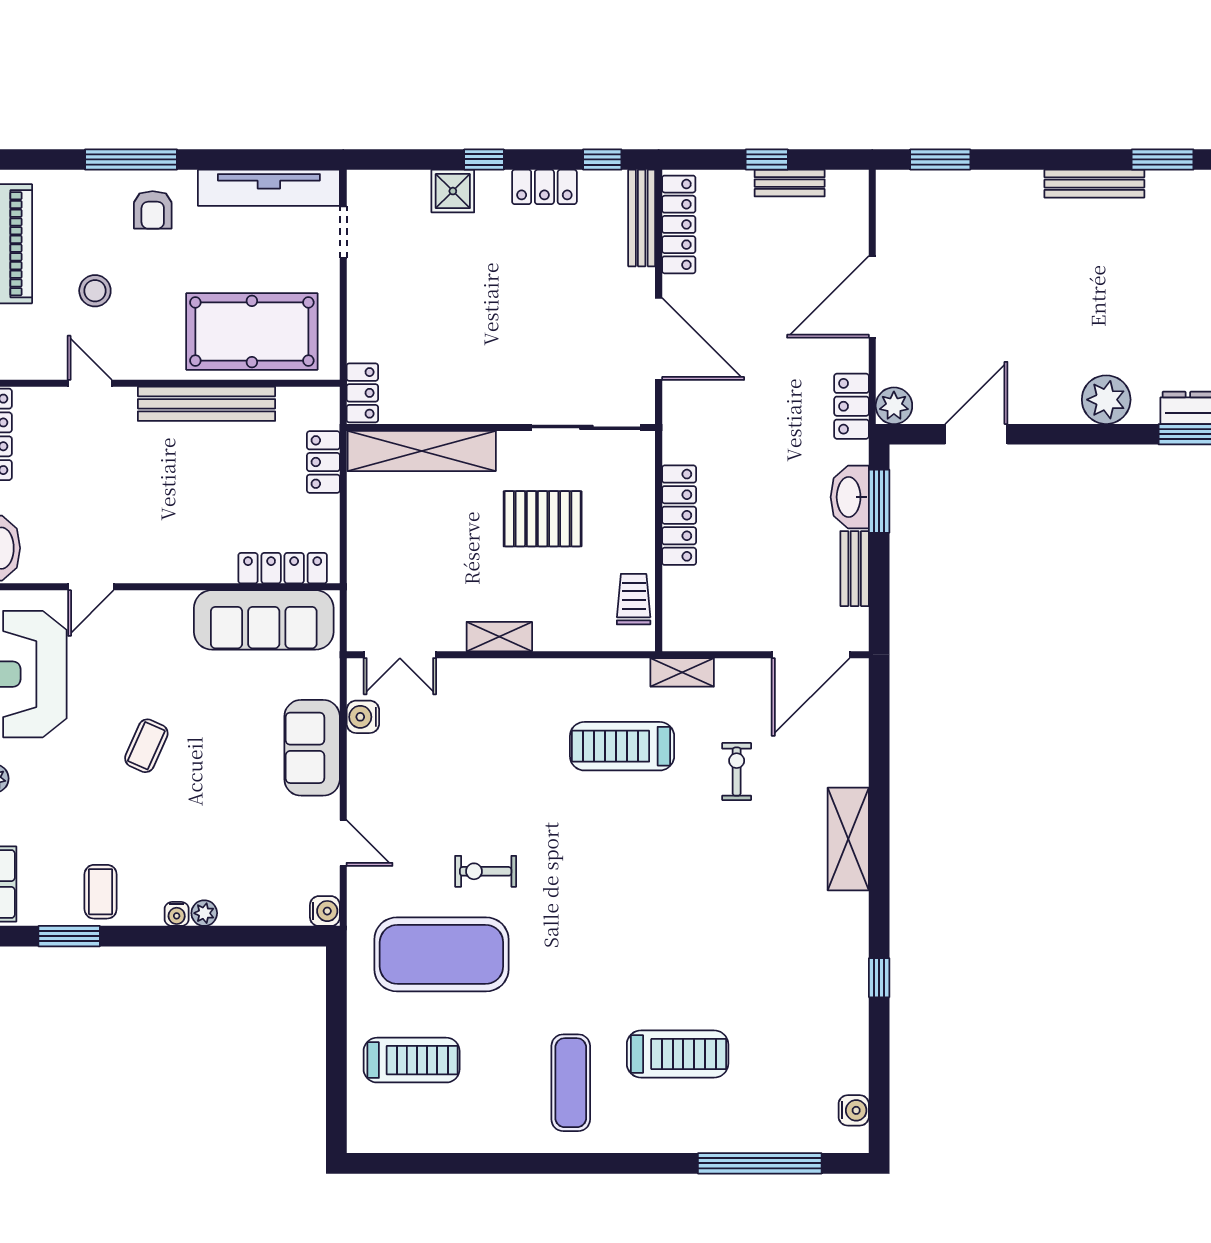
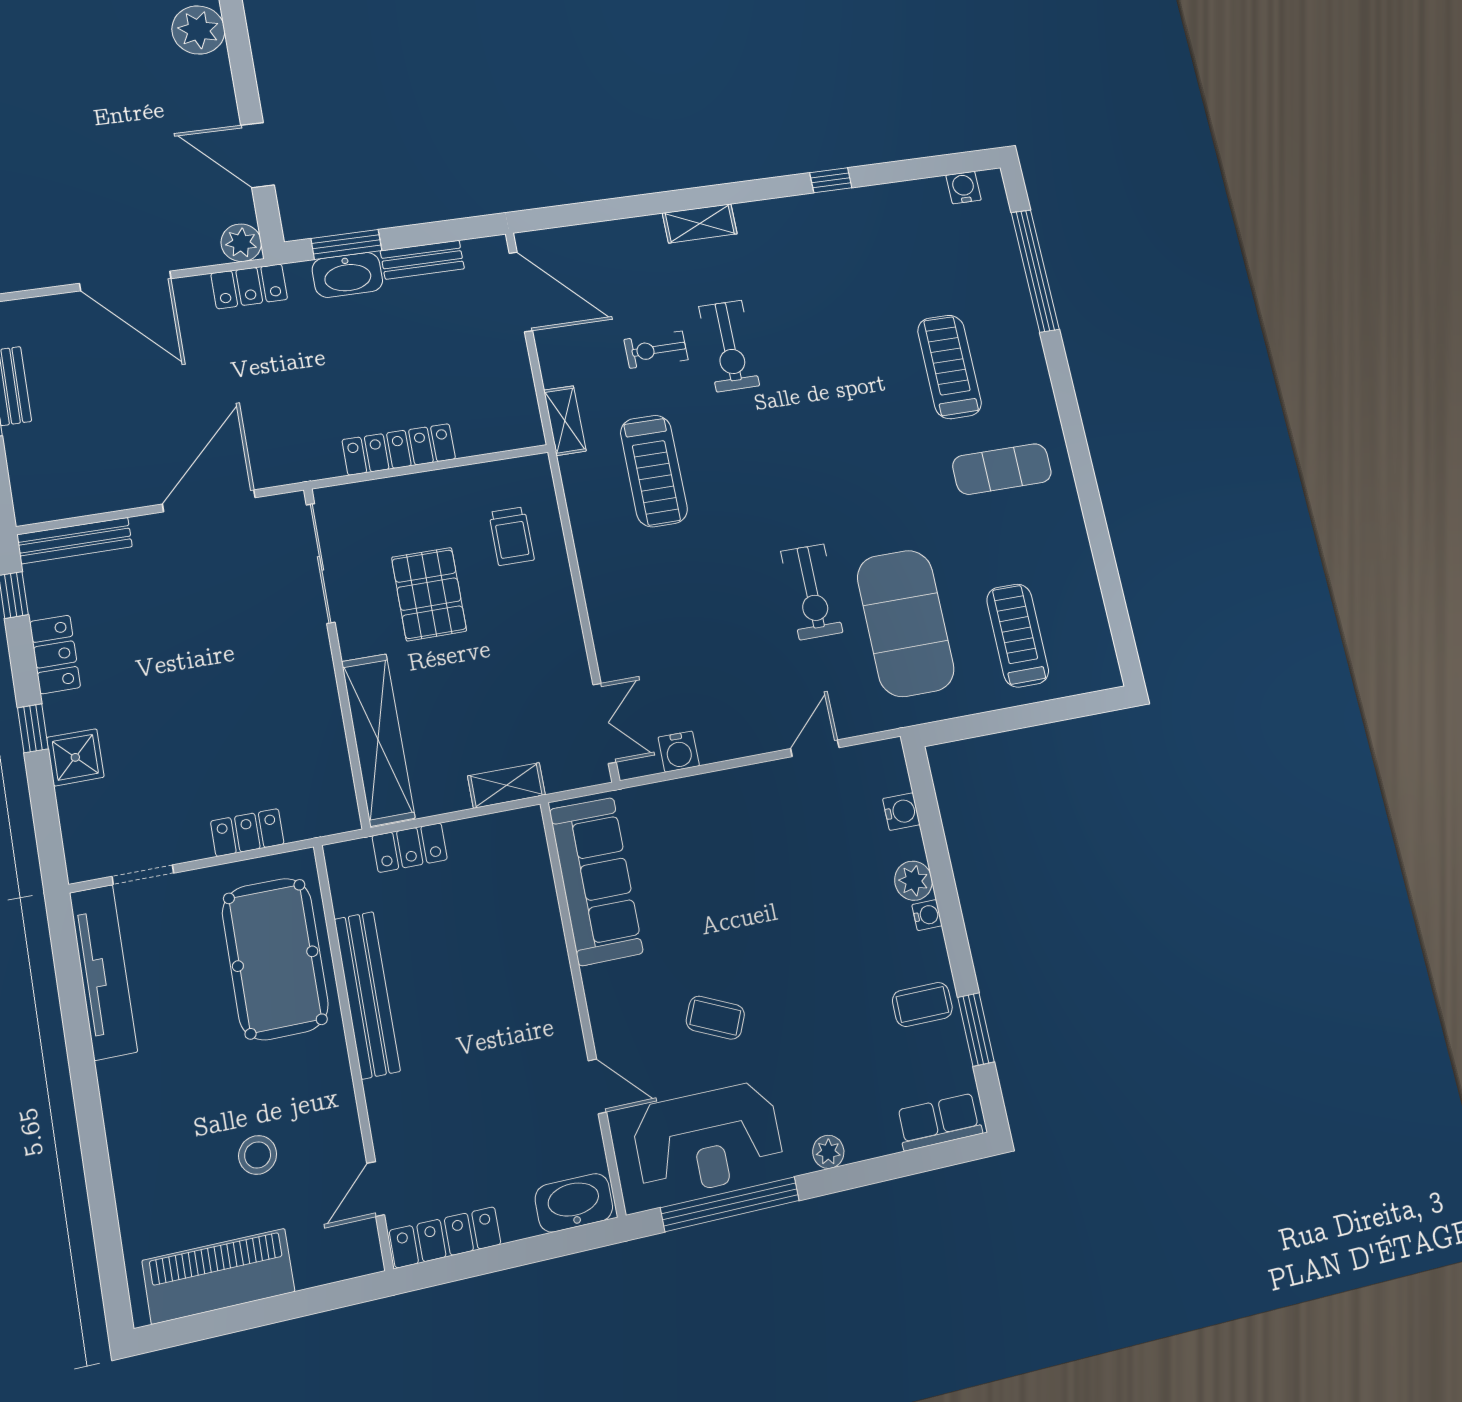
window: (131, 159) -> (94, 1145), removed
armchair: (153, 210) -> (151, 1106), removed
locker: (679, 224) -> (76, 499), removed
door: (90, 383) -> (376, 1189), moved
locker: (362, 393) -> (247, 833), moved
locker: (283, 568) -> (536, 871), removed
trolley: (634, 599) -> (511, 536), moved, turned -90
shelving: (499, 637) -> (506, 785), moved, turned 90
coffee table: (146, 746) -> (715, 1018), moved
sofa: (312, 748) -> (723, 801), removed
shelving: (848, 839) -> (700, 223), width x0.67, depth x0.75
exercise bike: (730, 842) -> (729, 346), added
exercise bike: (486, 871) -> (812, 592), width x1.38, depth x1.39
water cooler: (325, 911) -> (901, 812), moved, turned 90
plant: (204, 913) -> (913, 881), width x1.38, depth x1.38

